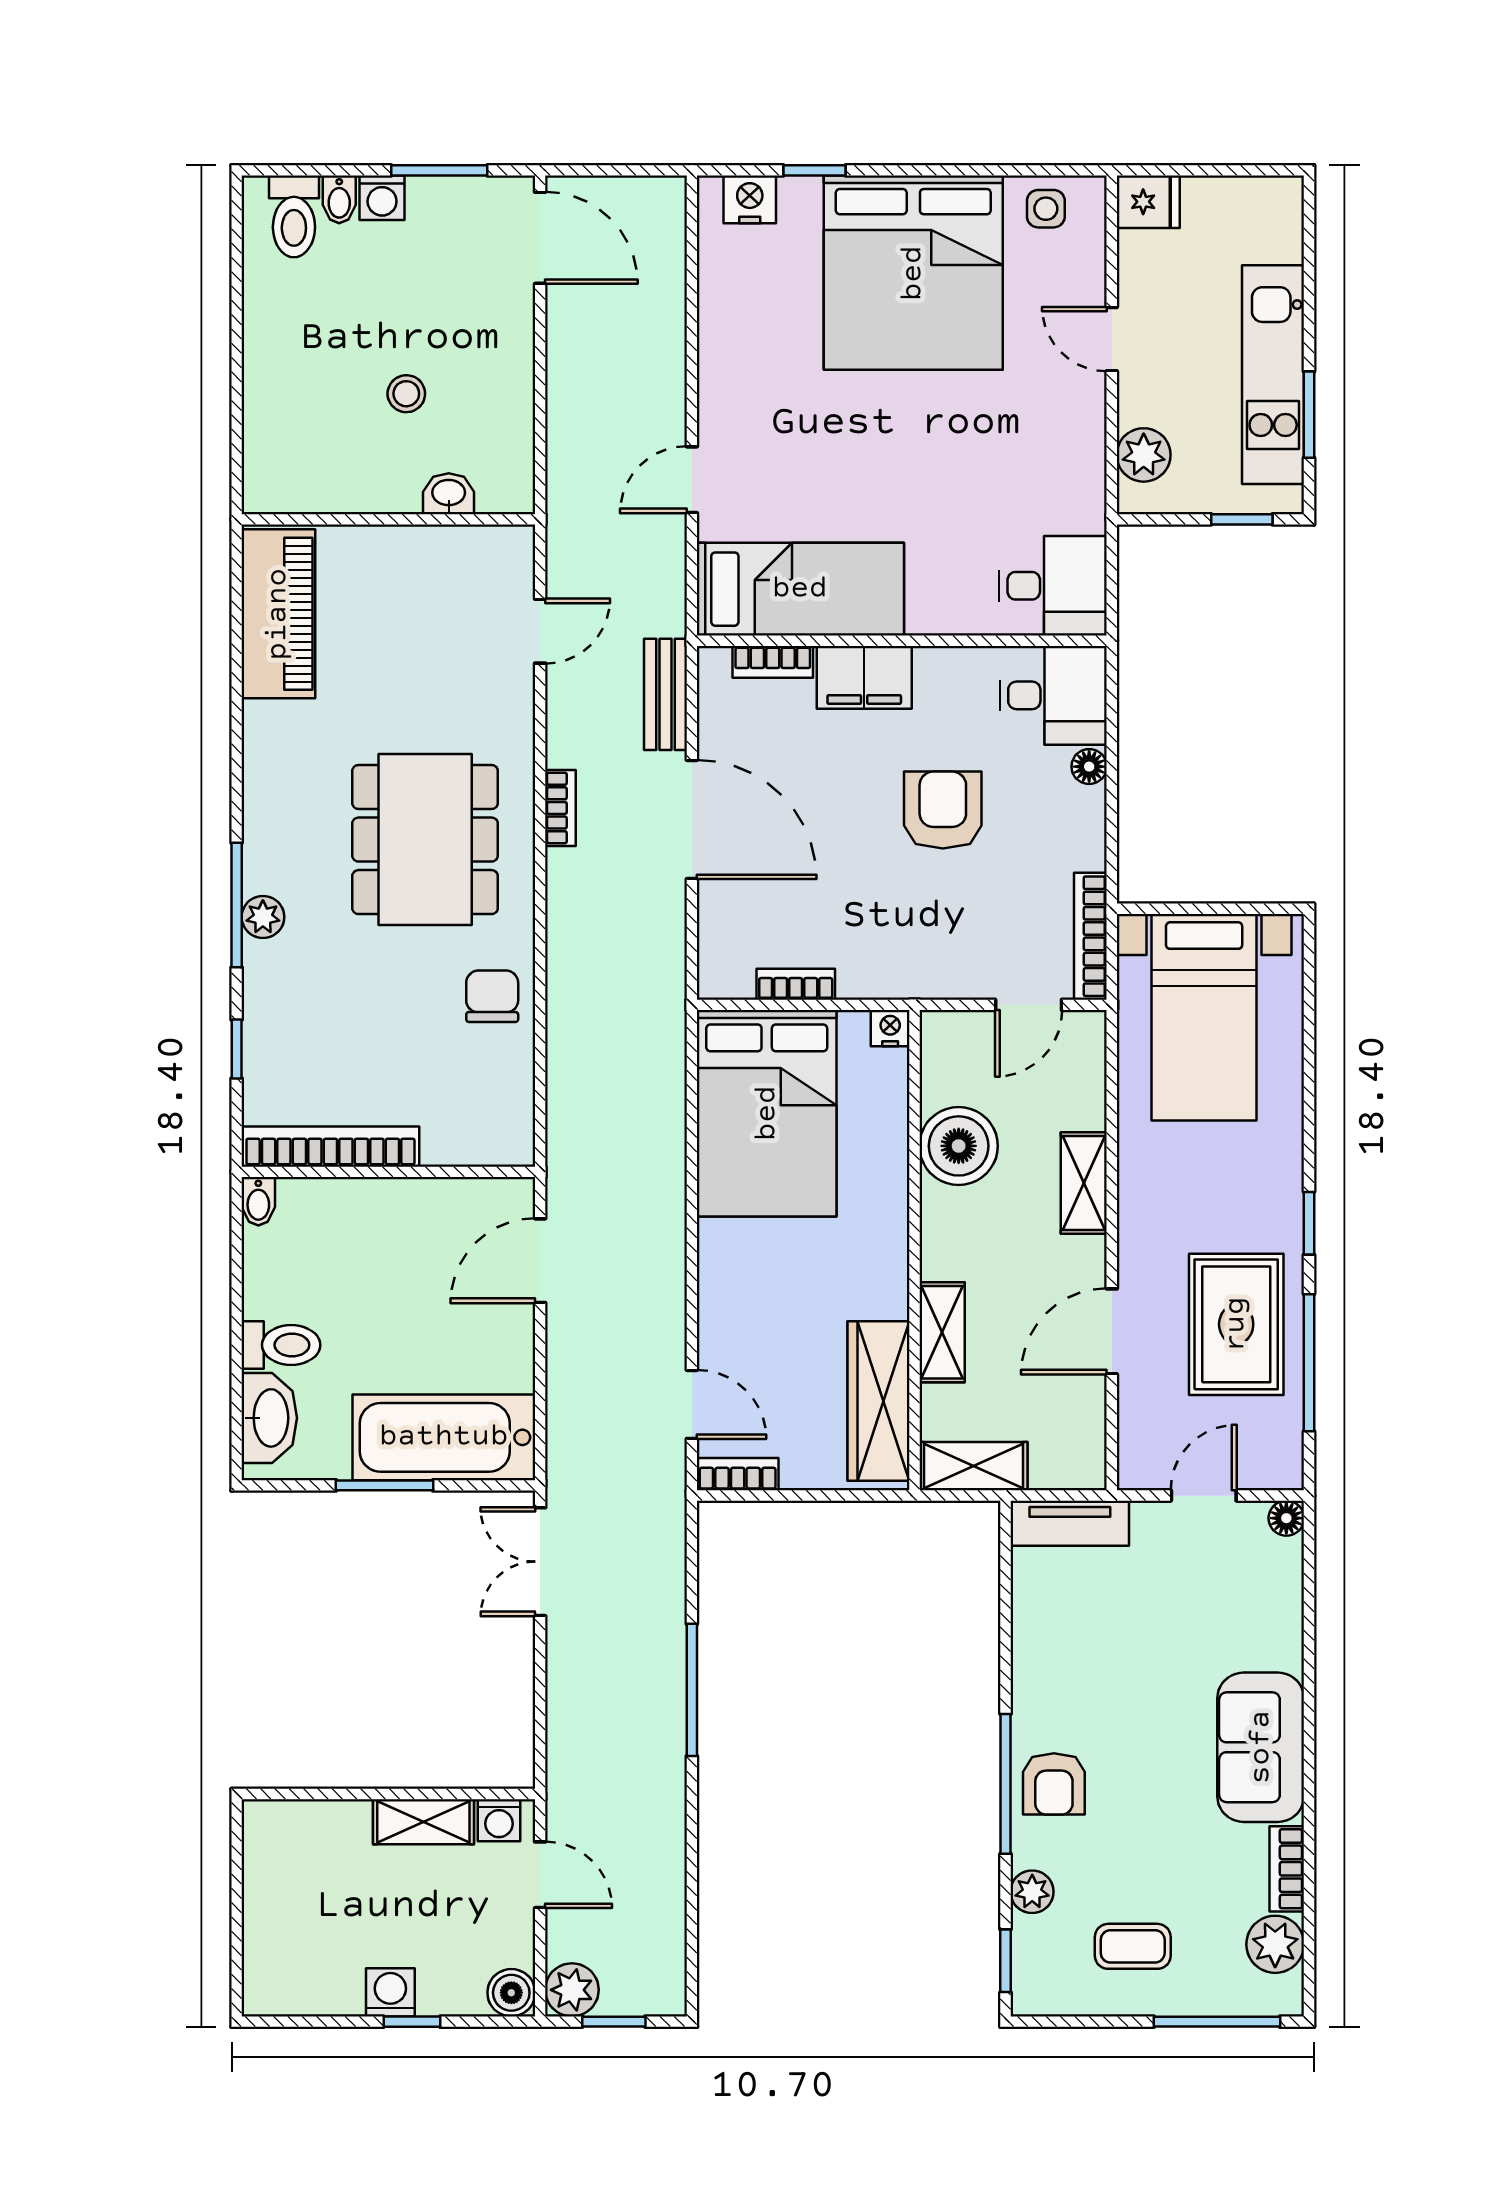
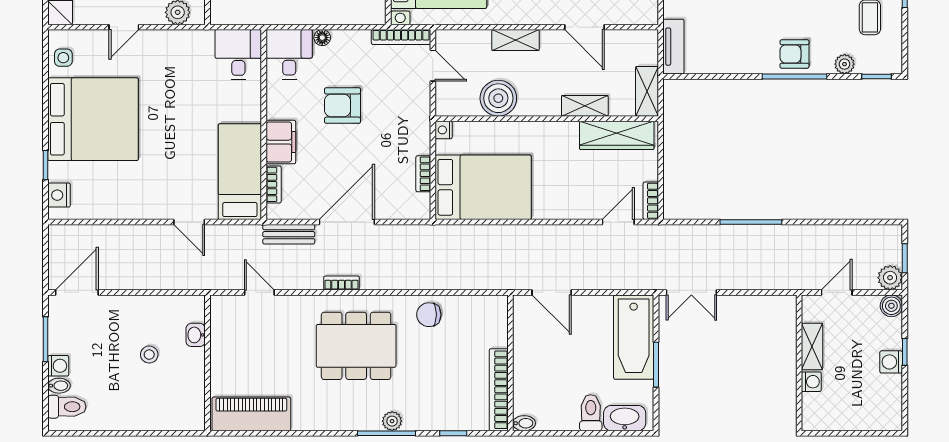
armchair: (1054, 1784) -> (794, 54), turned 180
washing machine: (499, 1820) -> (811, 382), moved

